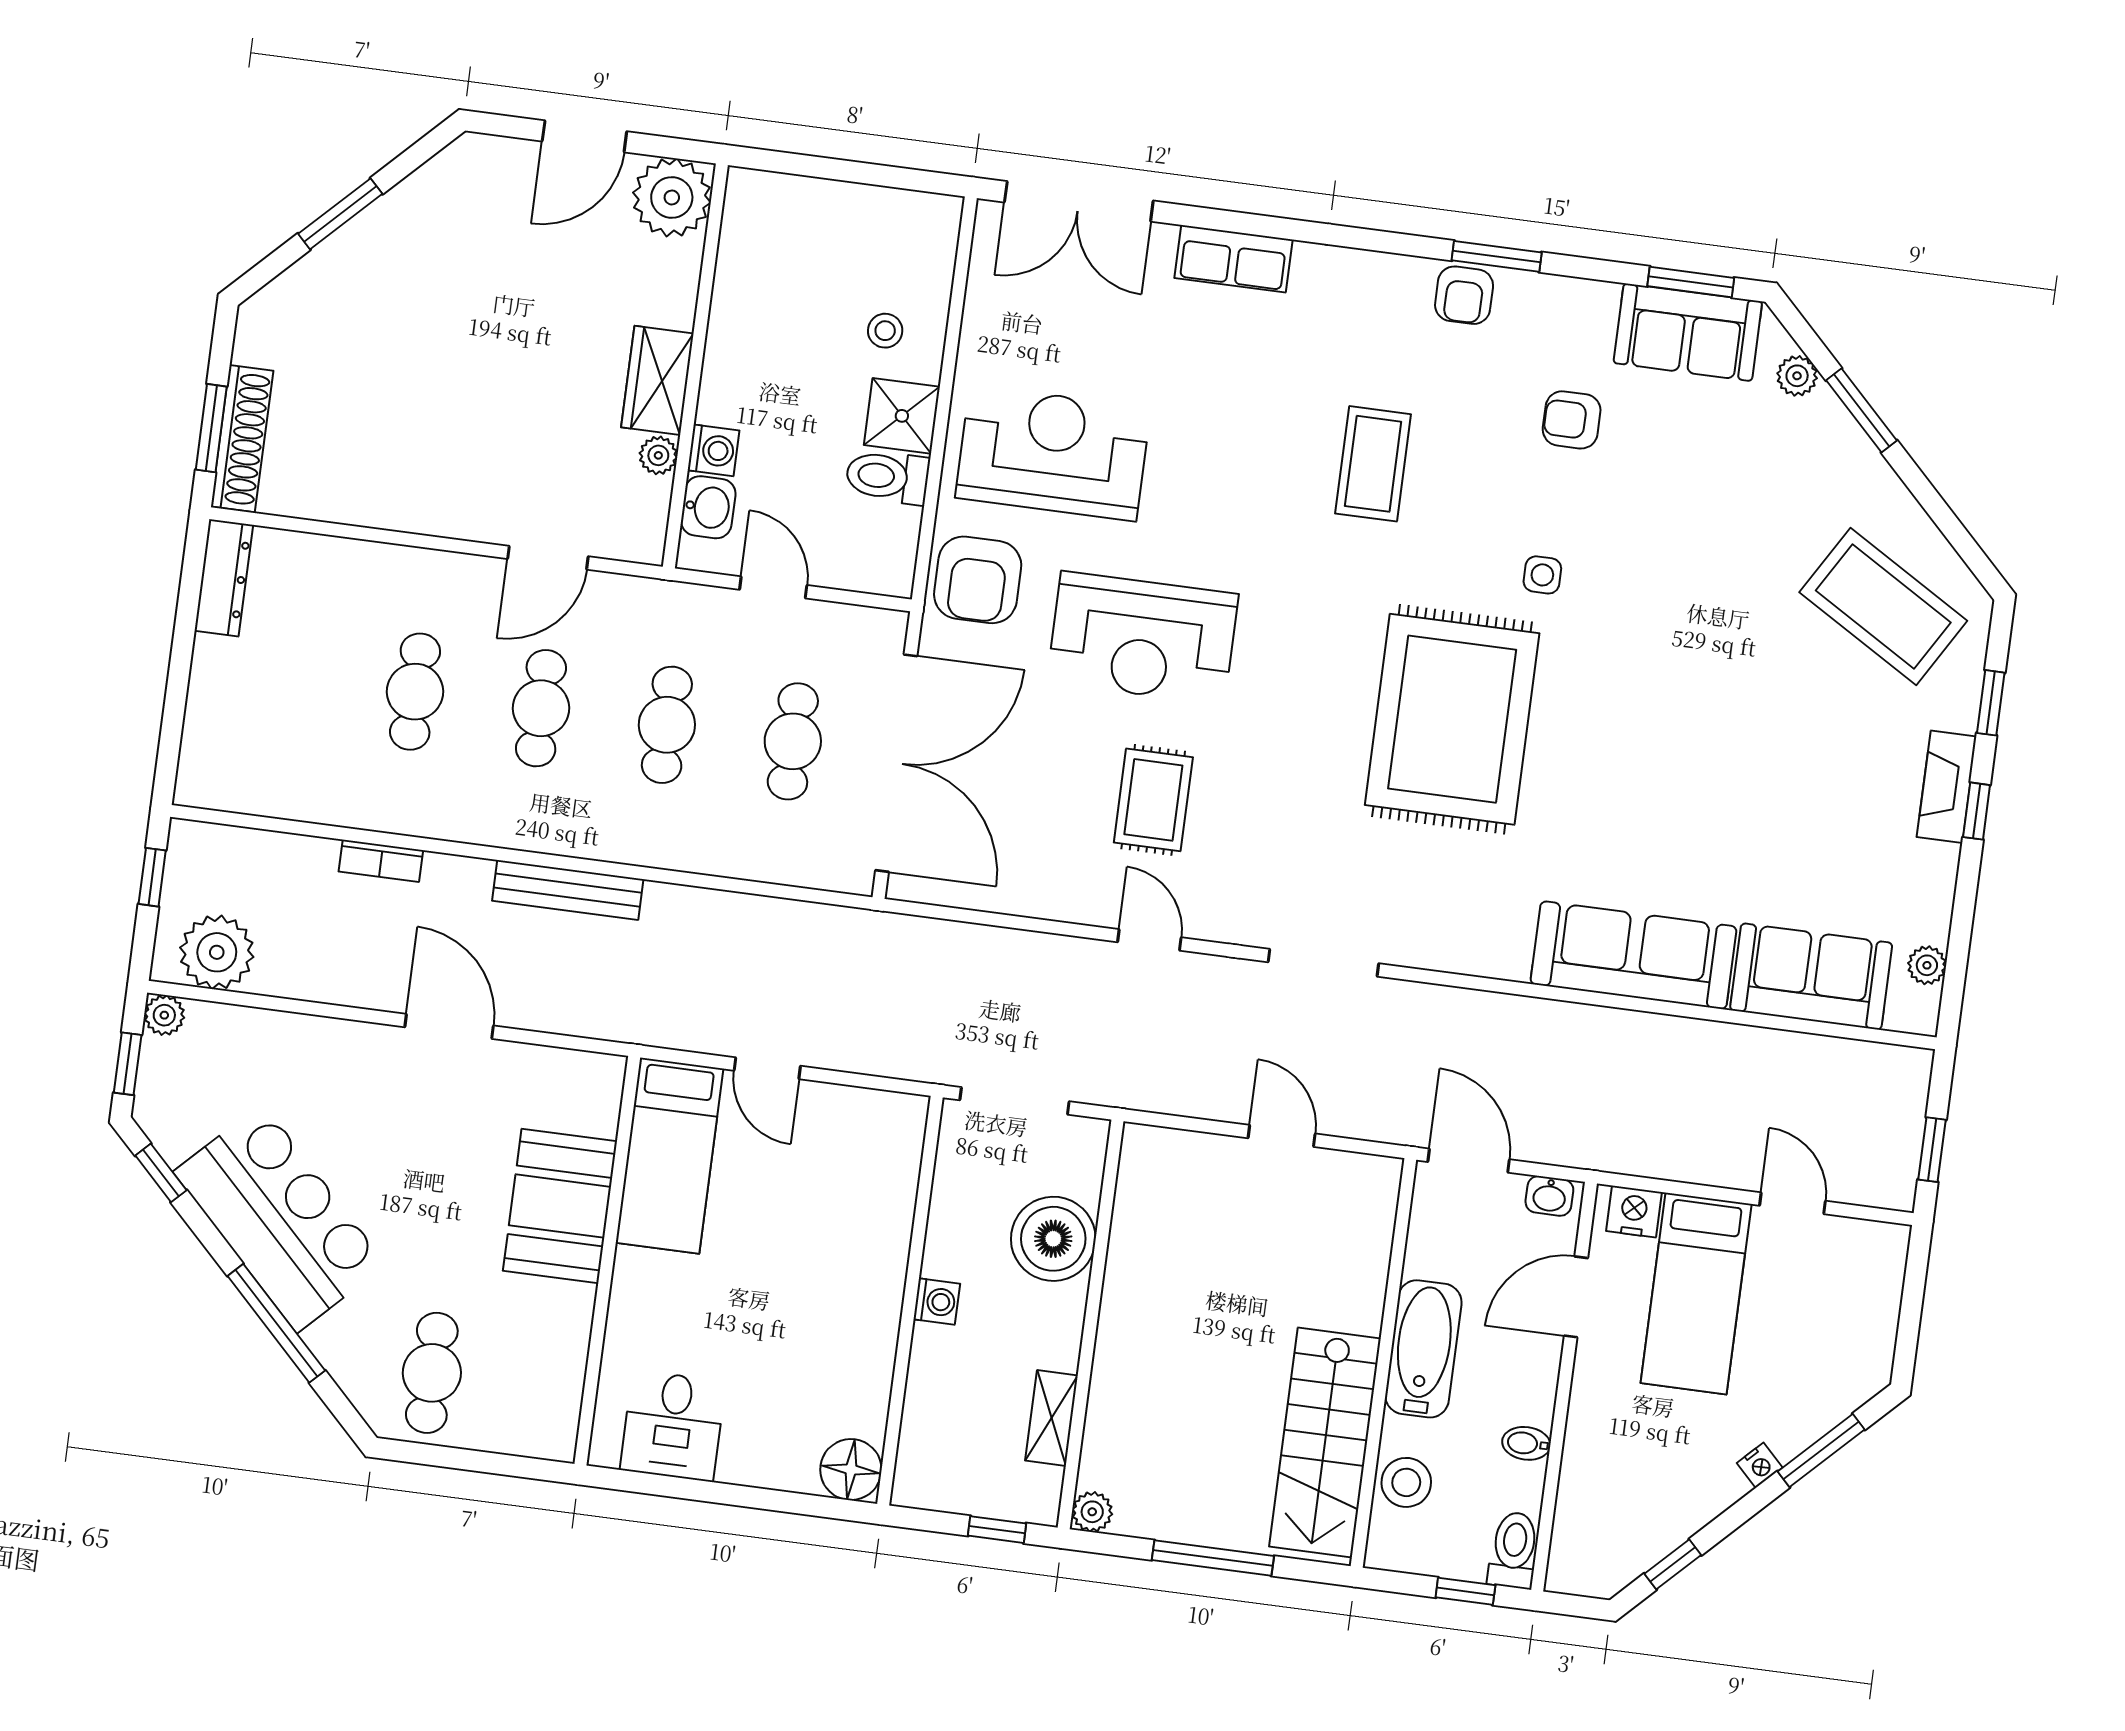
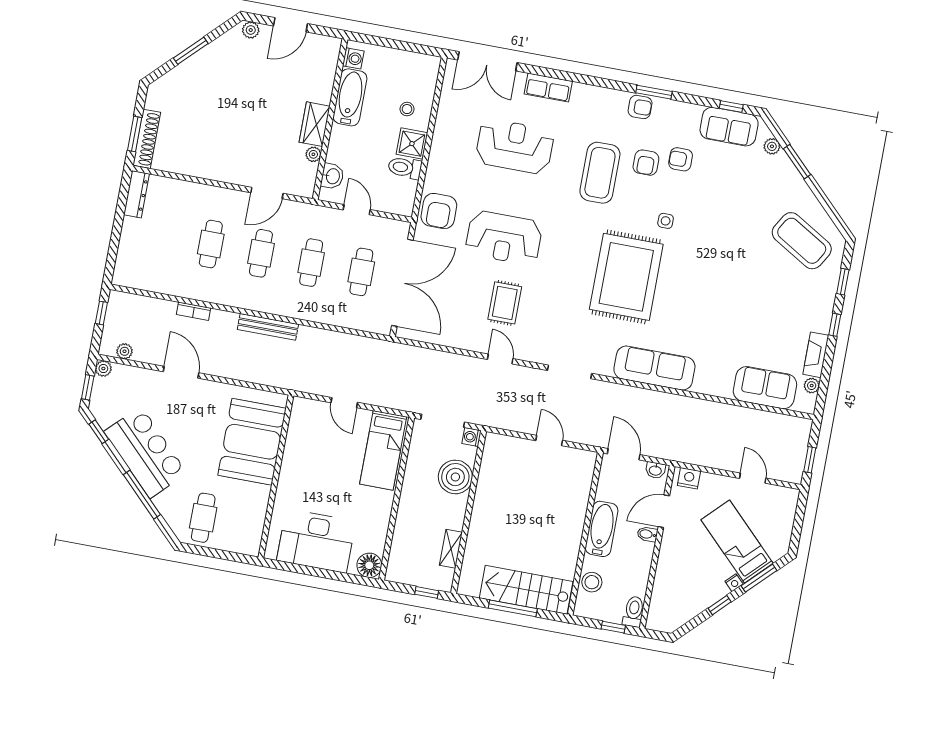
plant: (672, 197) -> (251, 30), moved, width x0.53, depth x0.53
window: (1691, 282) -> (731, 106), width x0.67
armchair: (1464, 295) -> (640, 107), turned -90
bathtub: (742, 309) -> (350, 97), added
armchair: (1486, 433) -> (646, 163), added
washing machine: (714, 450) -> (353, 58), moved
reception desk: (1053, 453) -> (515, 146), moved
coffee table: (1373, 464) -> (600, 173), width x1.36, depth x1.32
fireplace: (1947, 787) -> (816, 355), moved
plant: (217, 952) -> (124, 351), width x0.53, depth x0.53
sofa: (1633, 955) -> (654, 368), moved
door: (449, 1026) -> (181, 372), moved
bed: (670, 1156) -> (383, 450), moved
booth: (560, 1206) -> (252, 442), width x1.36, depth x1.42
bed: (1696, 1293) -> (737, 542), moved, turned 135
washing machine: (937, 1302) -> (472, 437), moved, turned 180
desk: (673, 1426) -> (316, 541), width x1.87, depth x1.30
stairs: (1325, 1443) -> (526, 590), moved, turned 90
bidet: (1526, 1443) -> (647, 534), moved
plant: (1092, 1512) -> (465, 587), removed
window: (1673, 1564) -> (720, 605), moved

